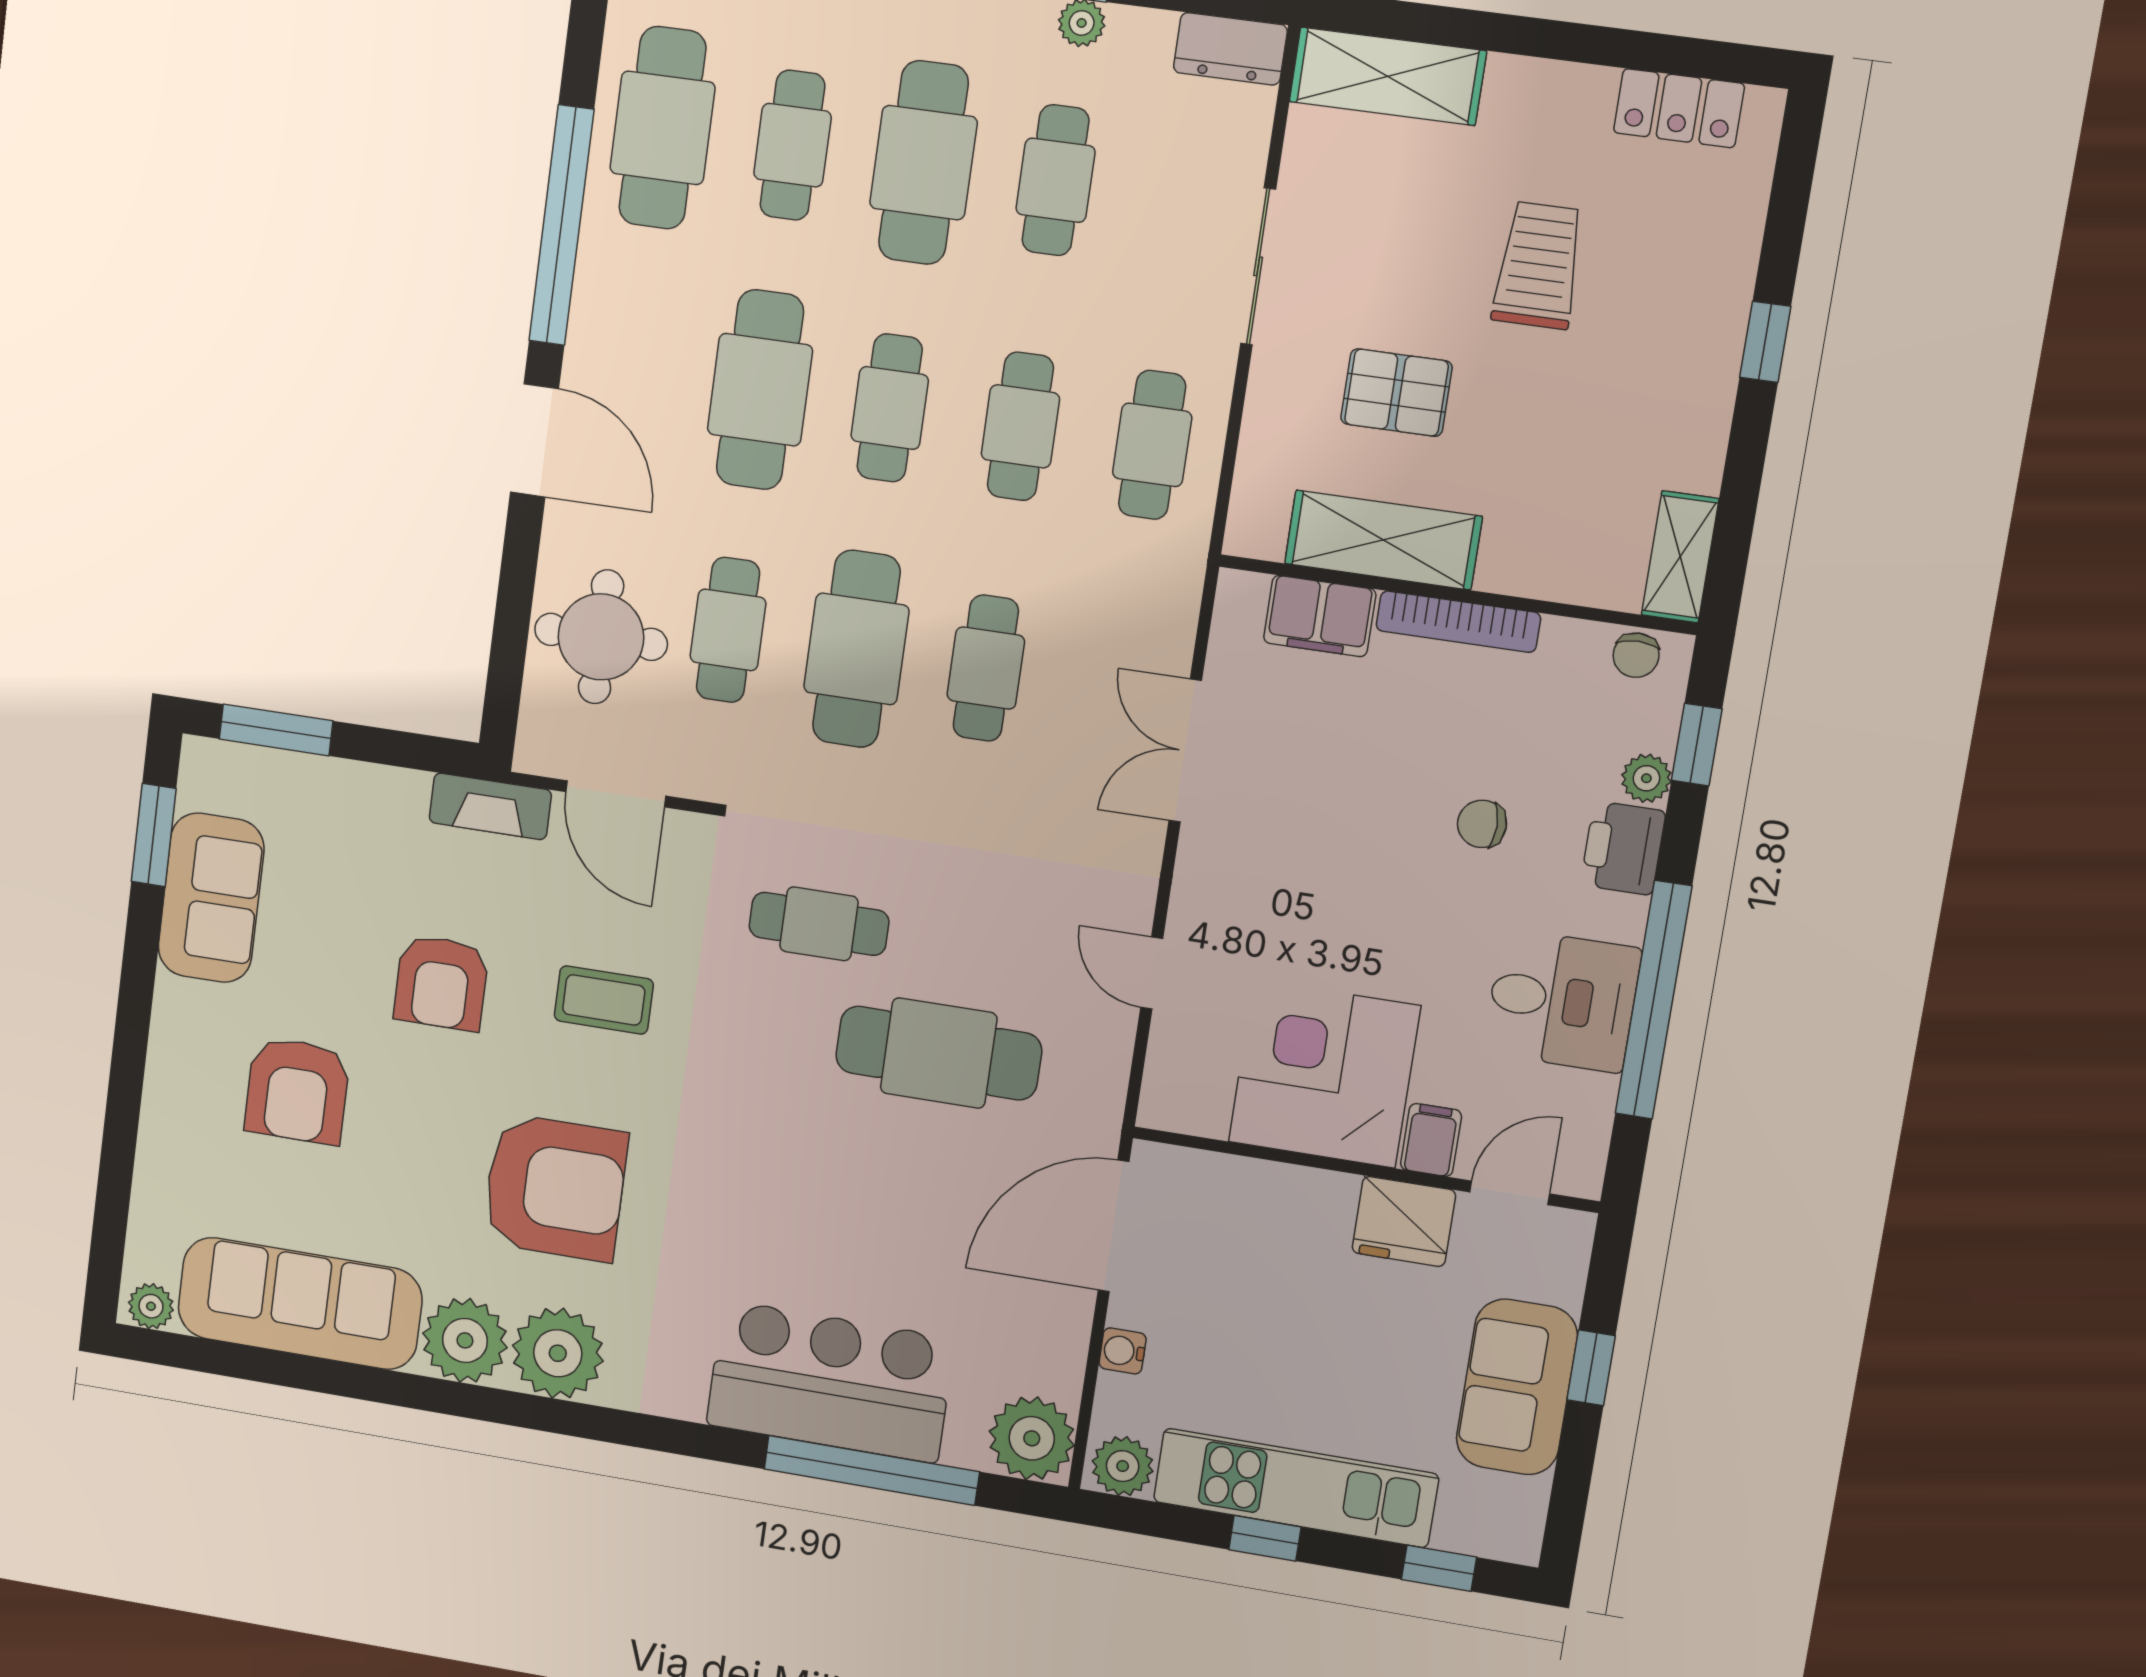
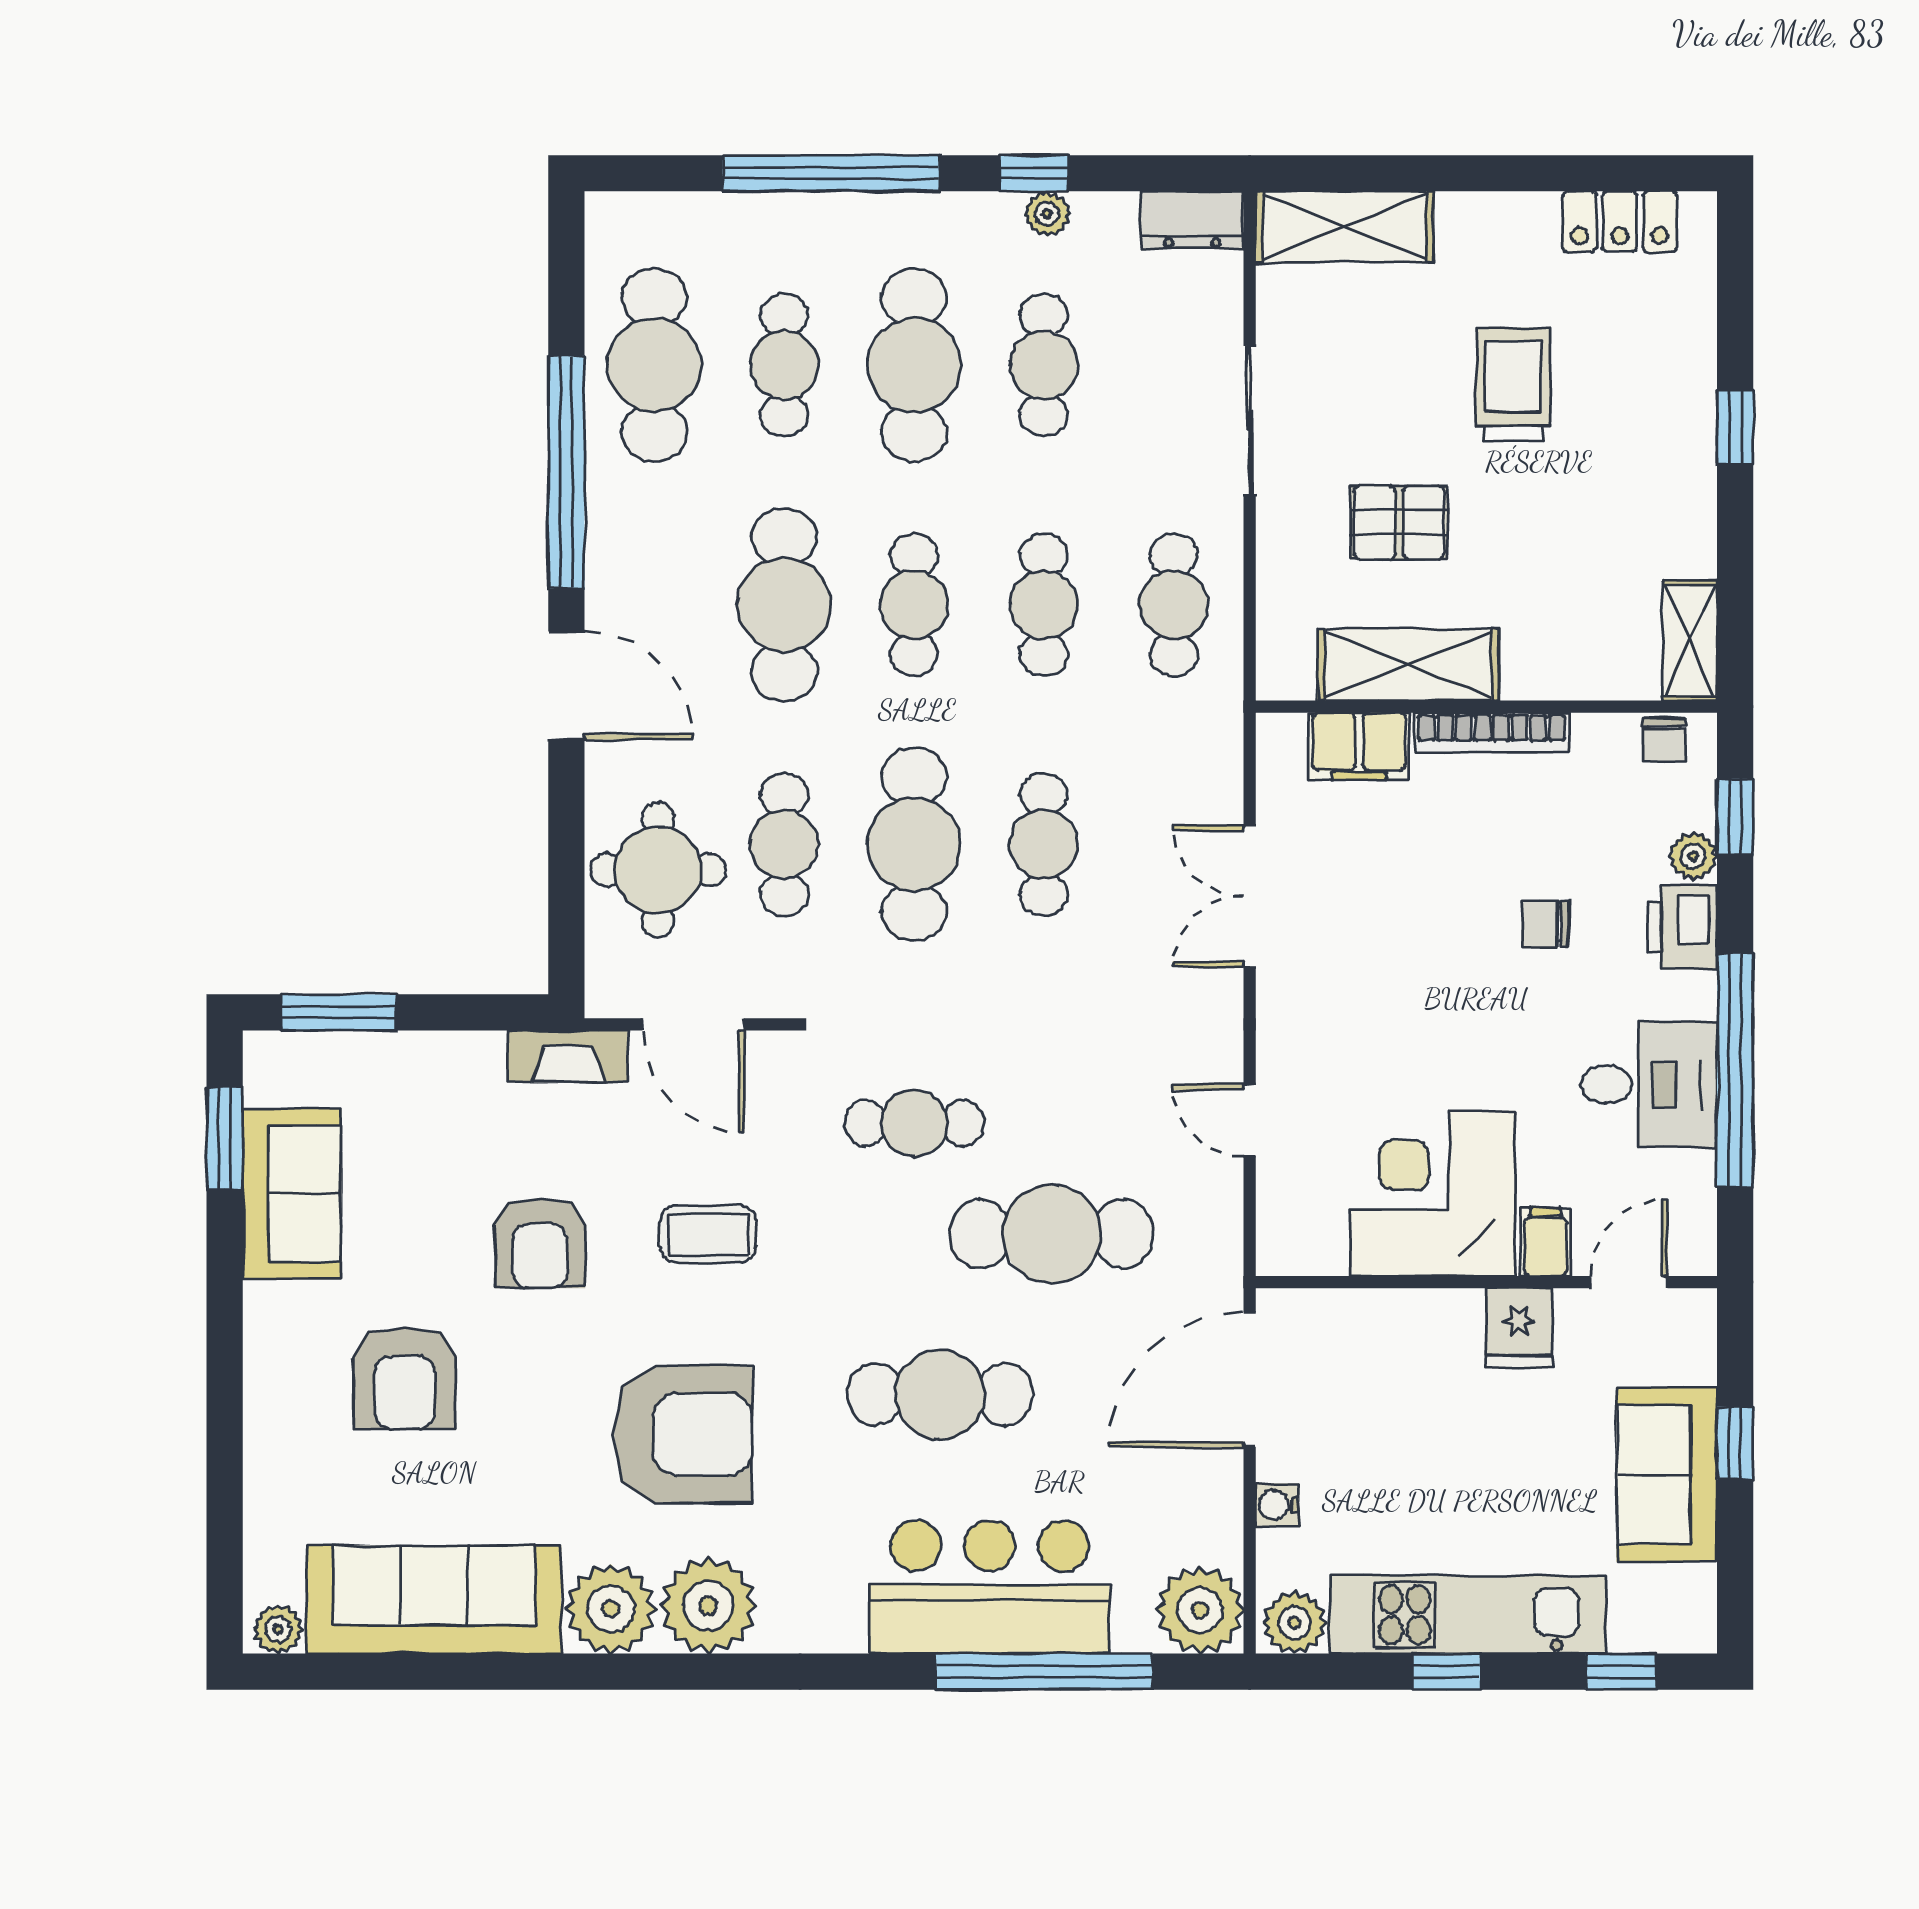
cafe table: (808, 1190) -> (940, 1394), added
fridge: (1404, 1221) -> (1519, 1328), width x0.72

